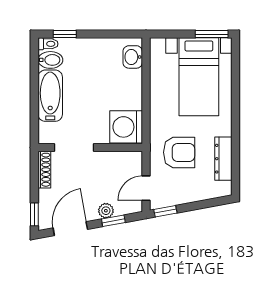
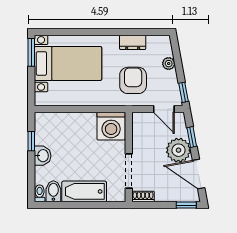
window: (65, 34) -> (31, 141), moved
washbasin: (133, 57) -> (43, 156), moved, turned -90
dresser: (223, 159) -> (133, 42), width x0.70
shoe rack: (44, 170) -> (143, 196), width x0.70
plant: (199, 194) -> (169, 64), added
plant: (106, 211) -> (179, 150), width x1.88, depth x1.88

